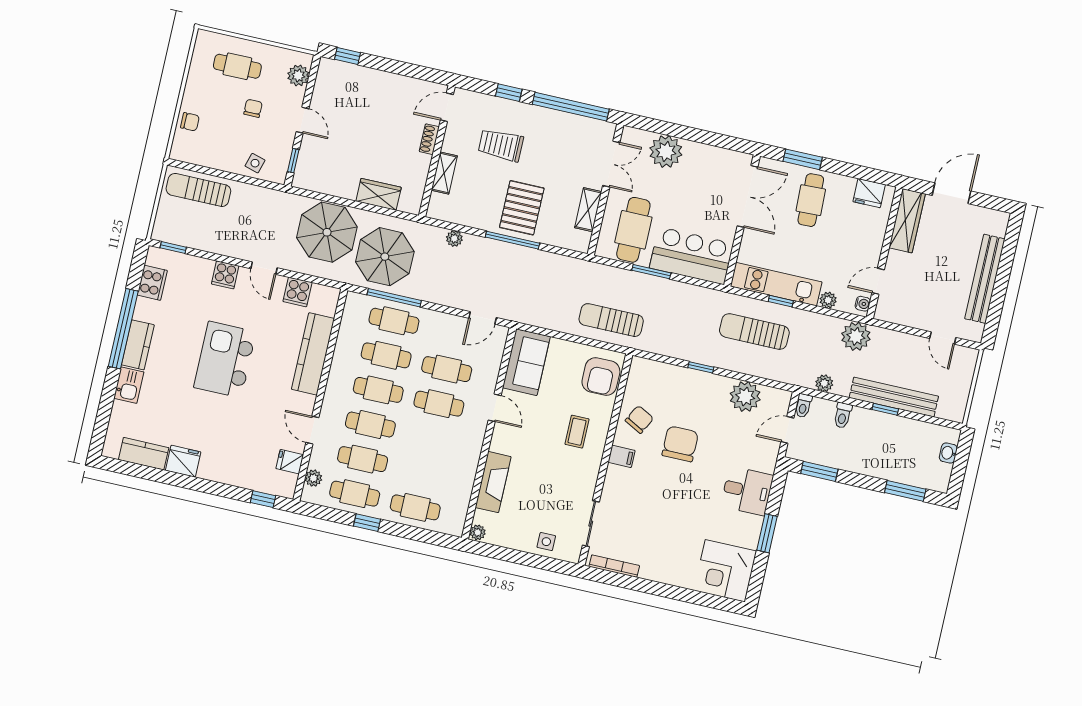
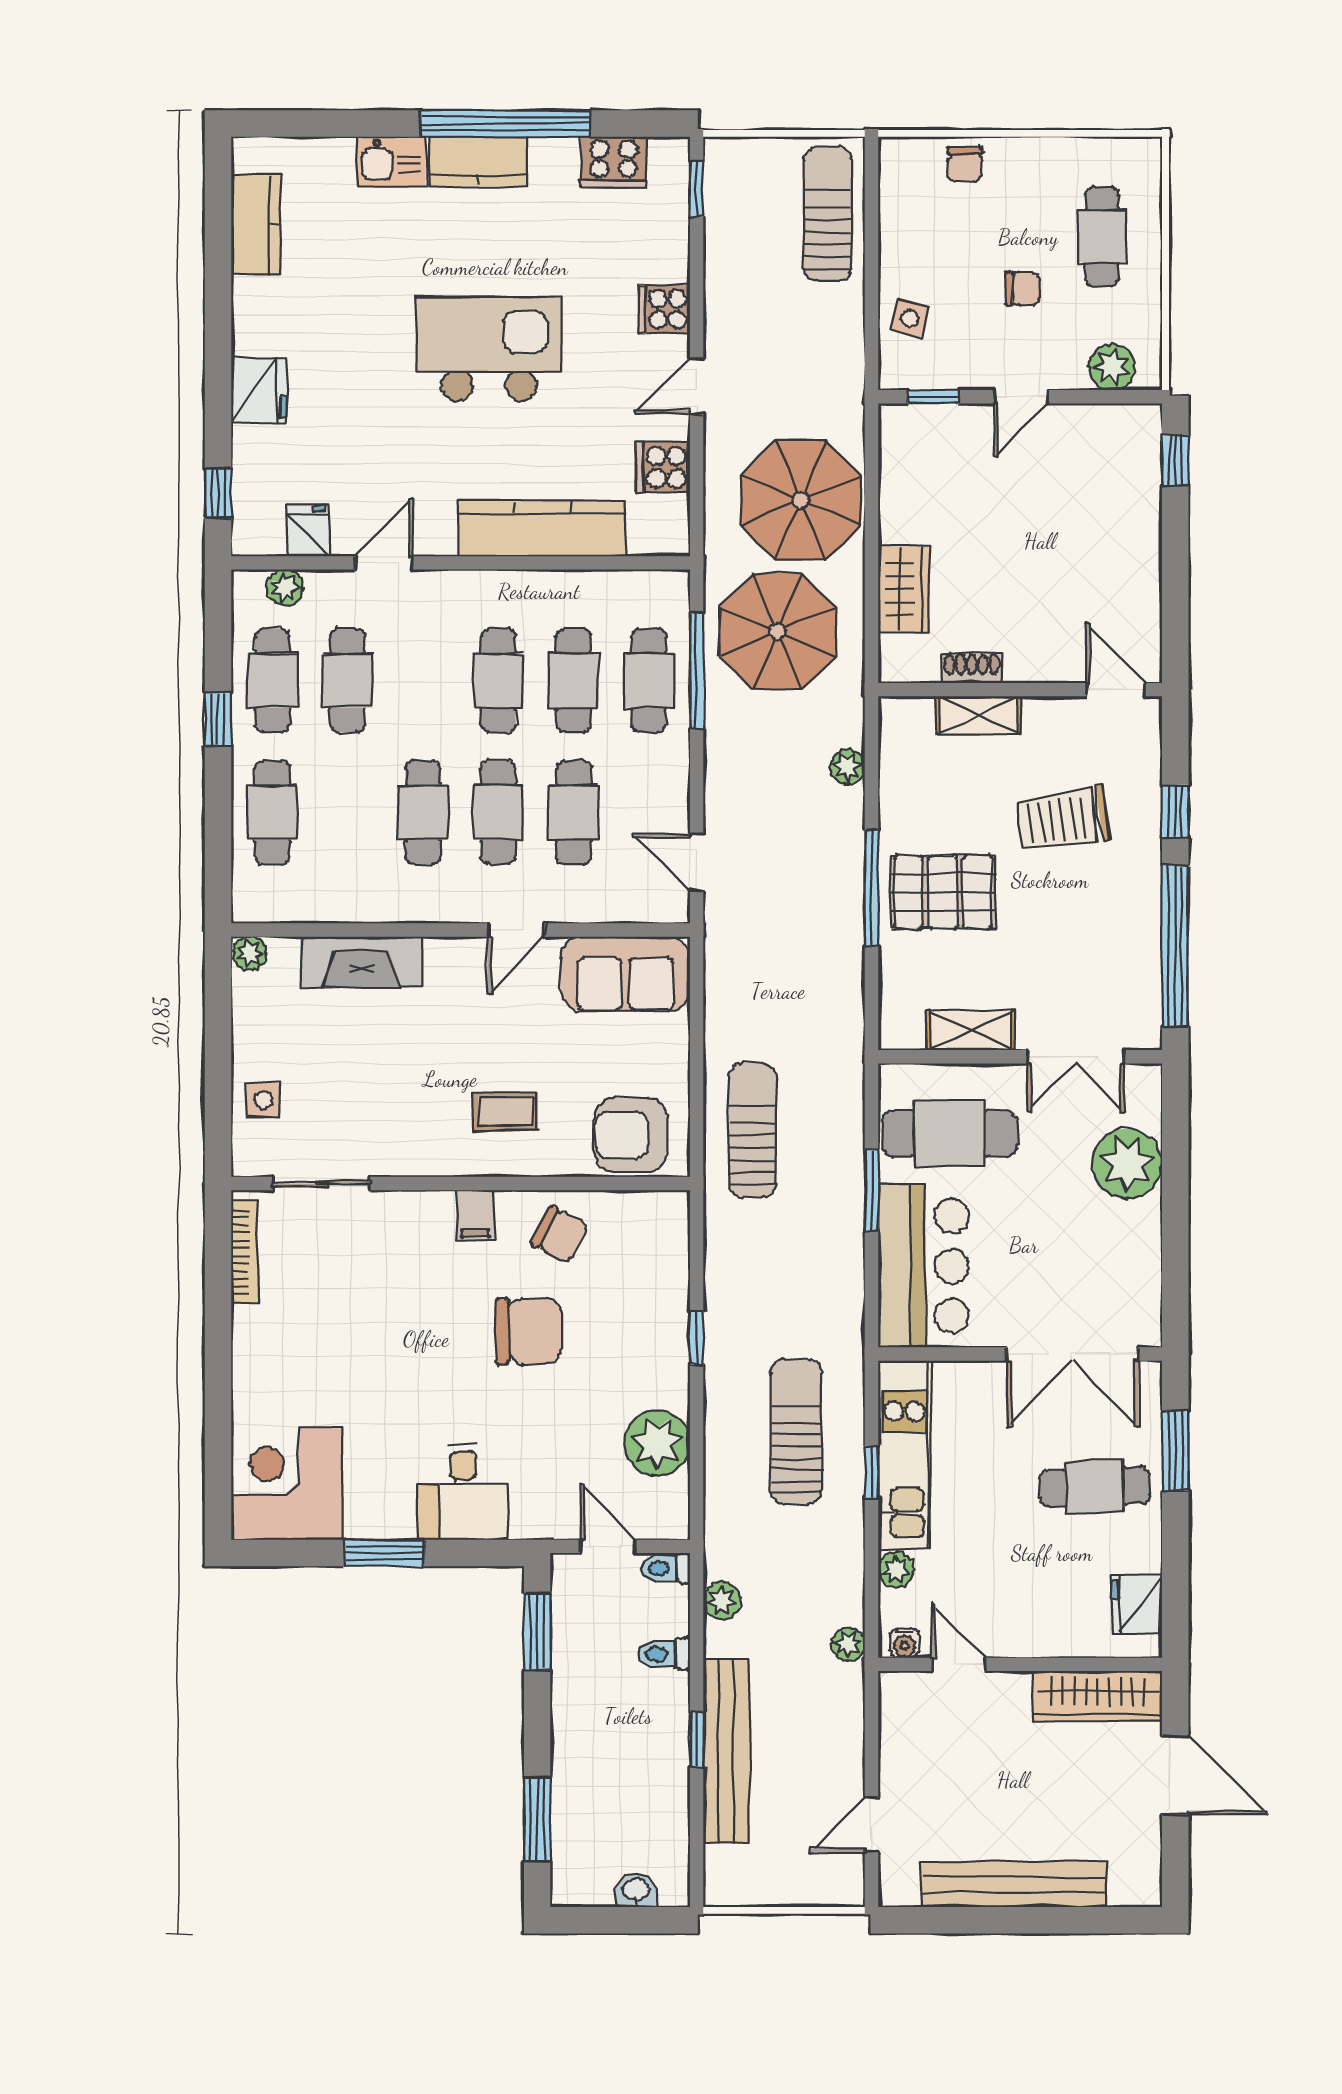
shoe rack: (429, 139) -> (972, 668), moved
trolley: (501, 145) -> (1063, 819), turned -98
plant: (856, 336) -> (848, 1644), width x0.53, depth x0.53
cafe table: (370, 424) -> (423, 812), moved
fridge: (183, 461) -> (259, 390), moved

